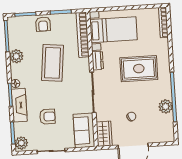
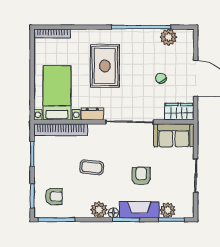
armchair: (43, 24) -> (54, 196), moved
plant: (16, 56) -> (99, 210), moved
coffee table: (53, 63) -> (92, 167), width x0.54, depth x0.58
plant: (166, 106) -> (168, 37), moved
armchair: (47, 117) -> (141, 176), moved
plant: (21, 143) -> (168, 210), moved

